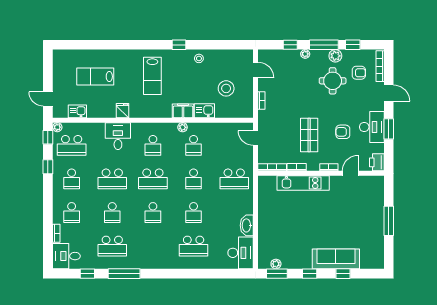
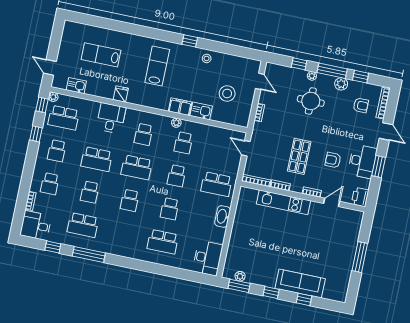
lab bench: (152, 76) -> (157, 66), turned 180
round table: (333, 81) -> (311, 101), moved
washbasin: (247, 225) -> (223, 216), moved

